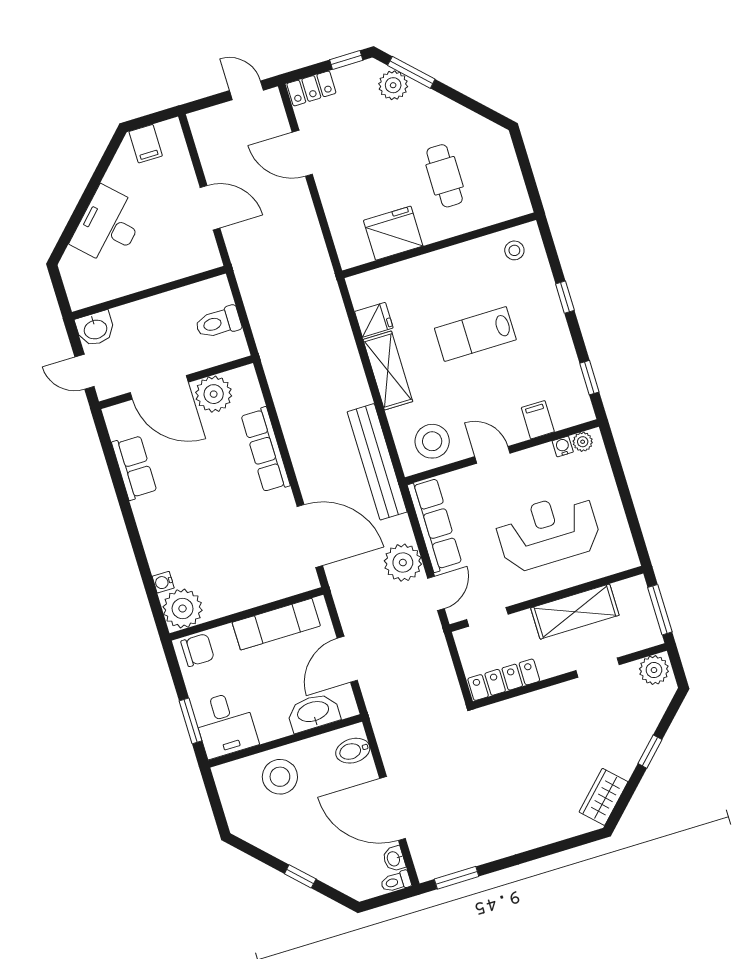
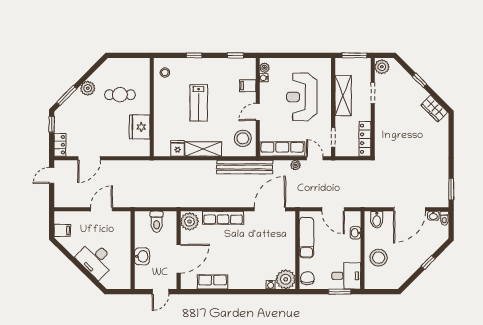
plant: (393, 85) -> (88, 88), moved
washbasin: (95, 329) -> (142, 256), moved
plant: (214, 394) -> (190, 221), moved
plant: (403, 563) -> (296, 165), width x0.53, depth x0.53
washbasin: (313, 712) -> (355, 233), width x0.52, depth x0.69

